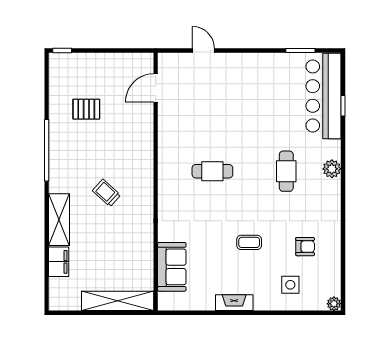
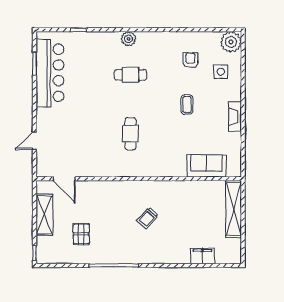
bar counter: (324, 96) -> (50, 73), moved, turned -90
shelving: (59, 220) -> (44, 215), moved, turned 90
plant: (334, 304) -> (231, 42), width x1.88, depth x1.88

